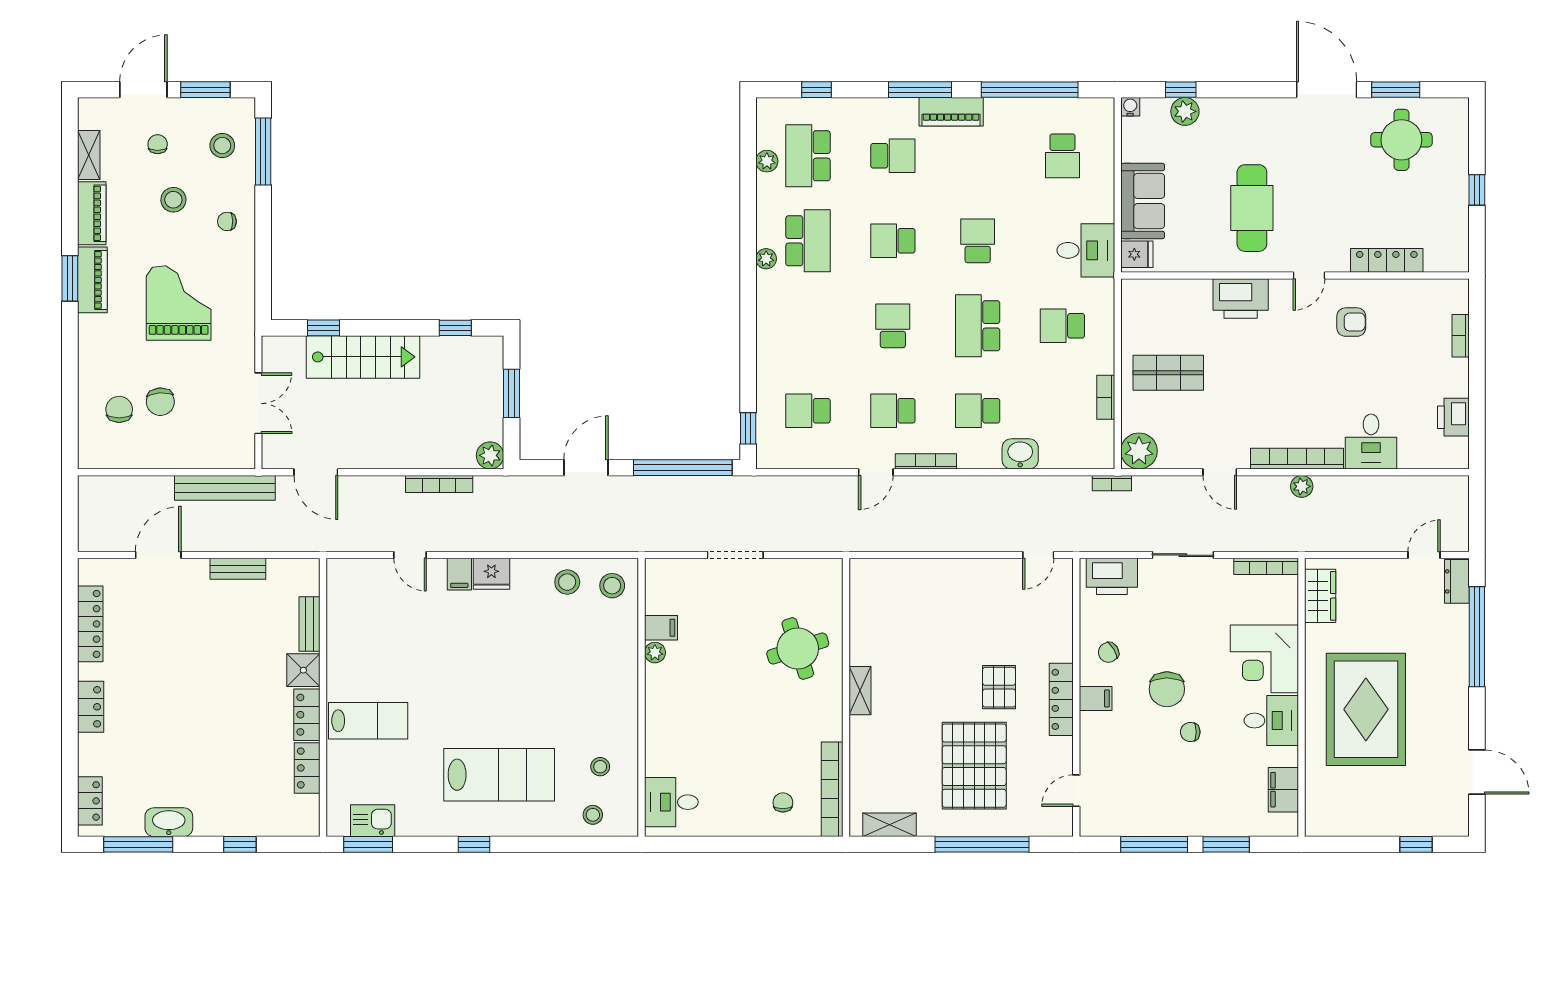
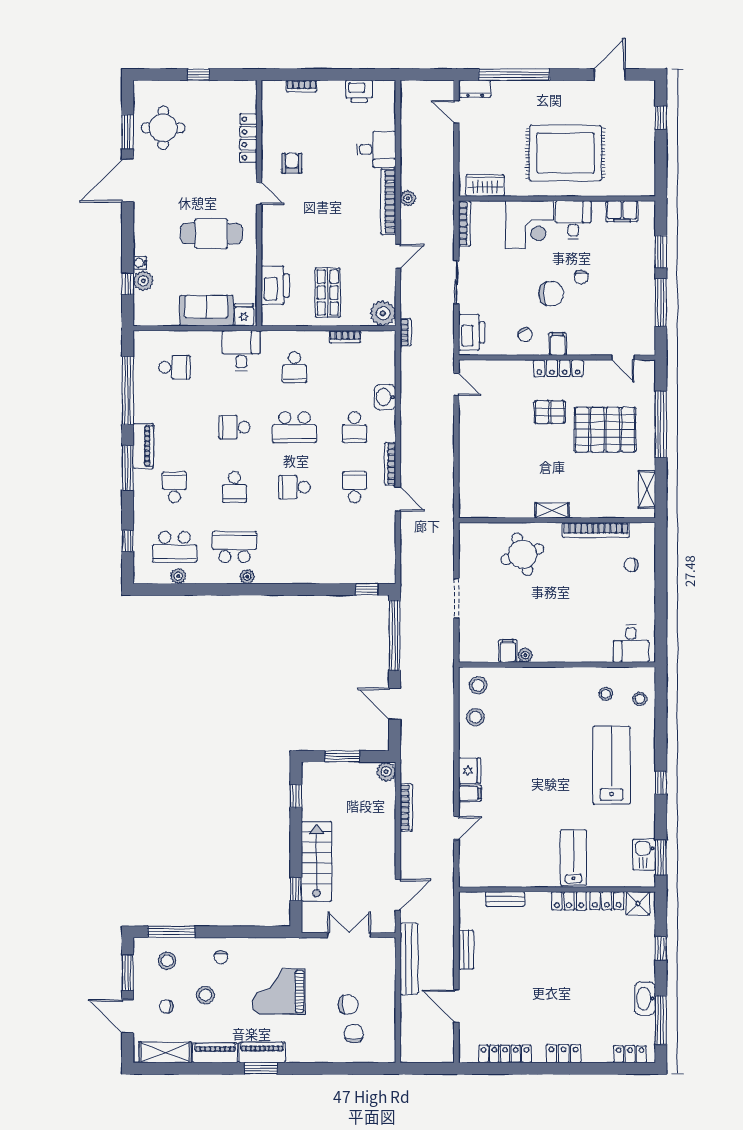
water cooler: (1130, 107) -> (140, 263), moved
shelving: (89, 155) -> (165, 1052), width x1.50, depth x1.33
printer: (1241, 298) -> (275, 285), moved
chair: (119, 409) -> (354, 1034), turned 90
school desk: (808, 411) -> (354, 547), removed
school desk: (893, 411) -> (354, 487), turned 180
shower: (303, 670) -> (638, 903), moved
bookcase: (832, 789) -> (596, 530), moved

